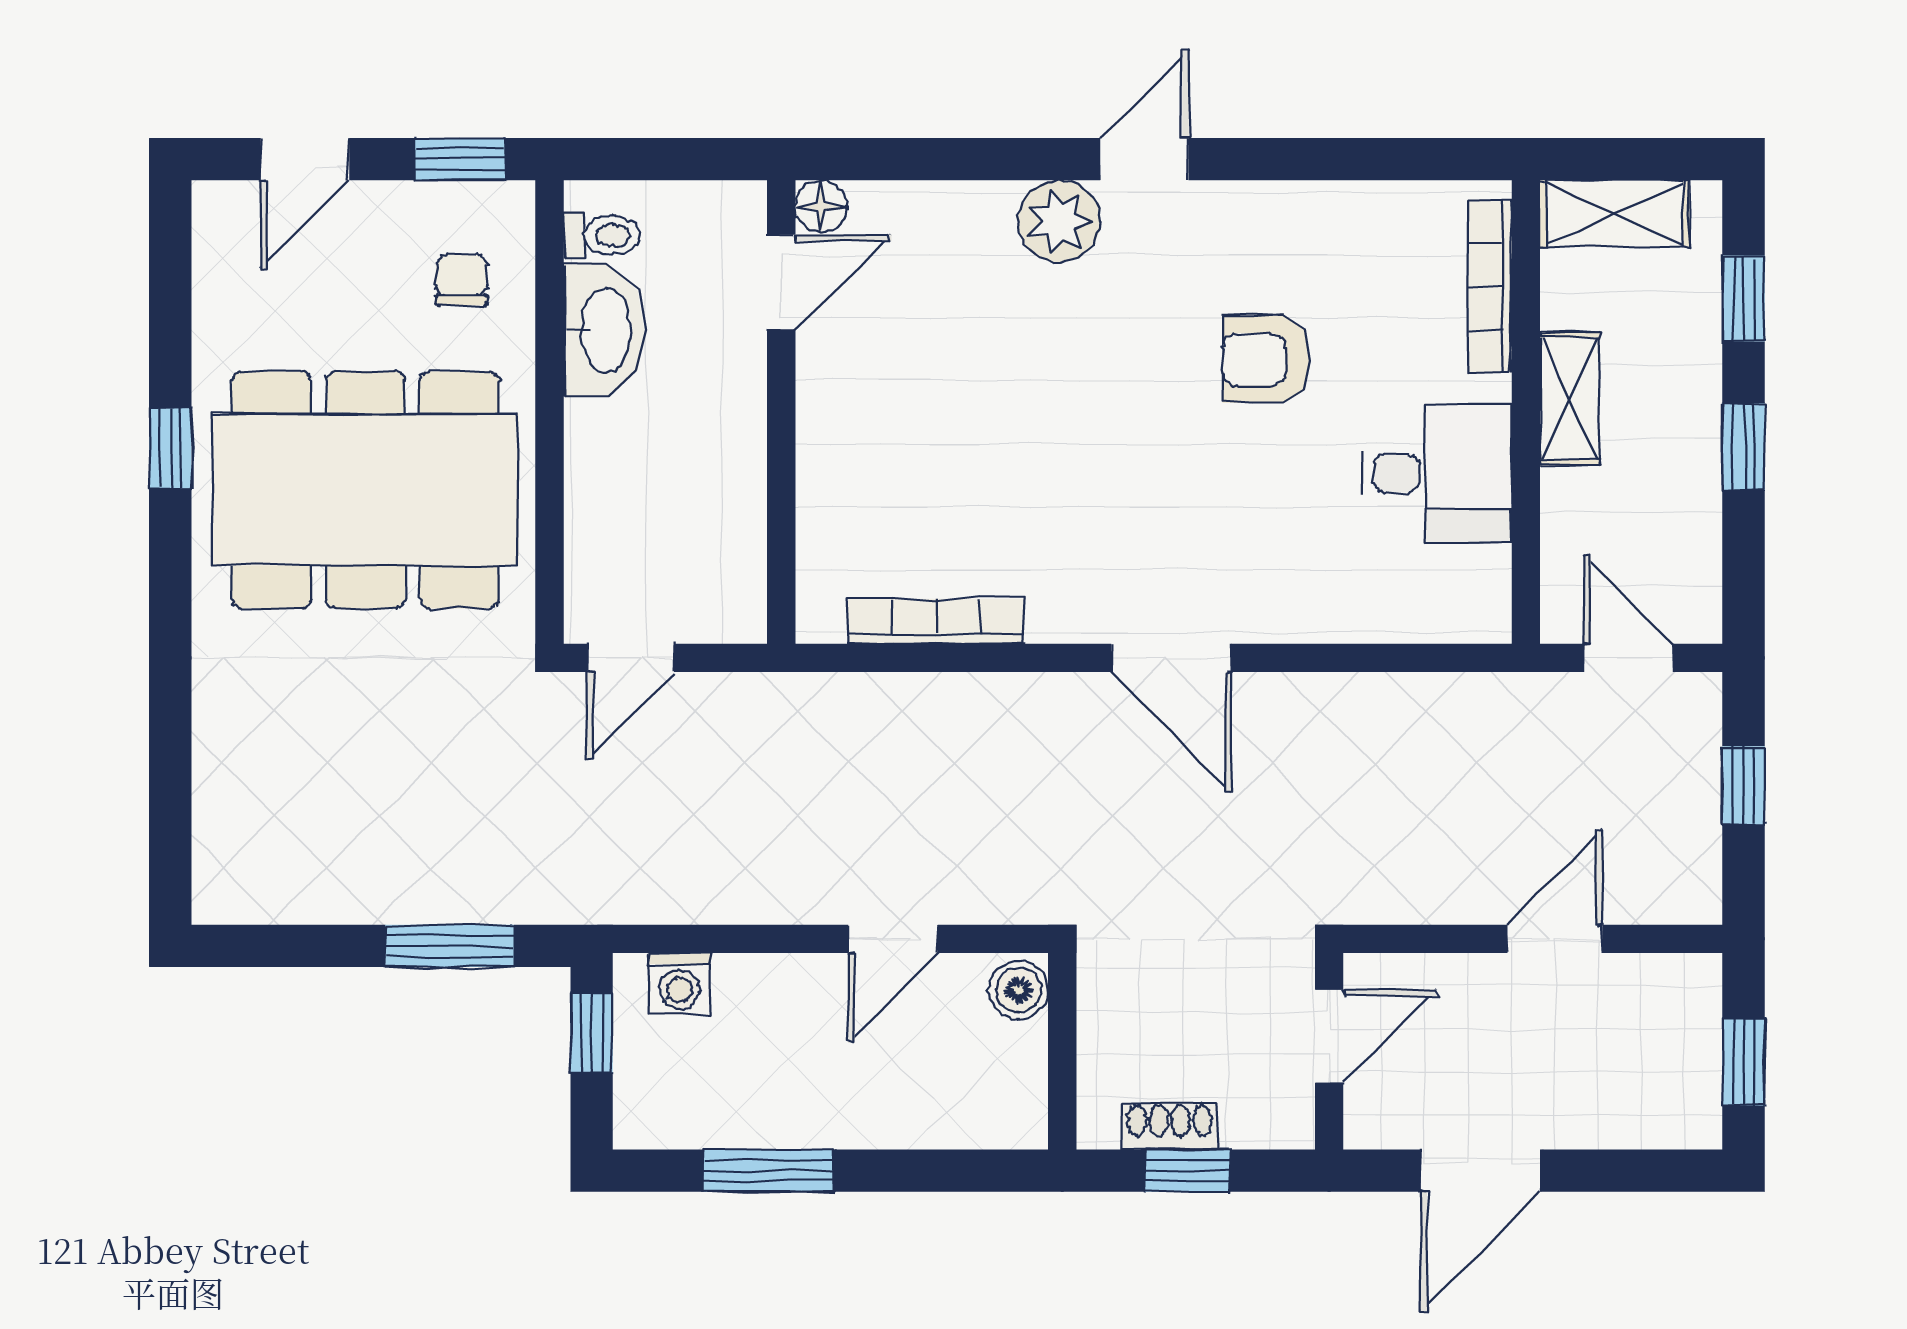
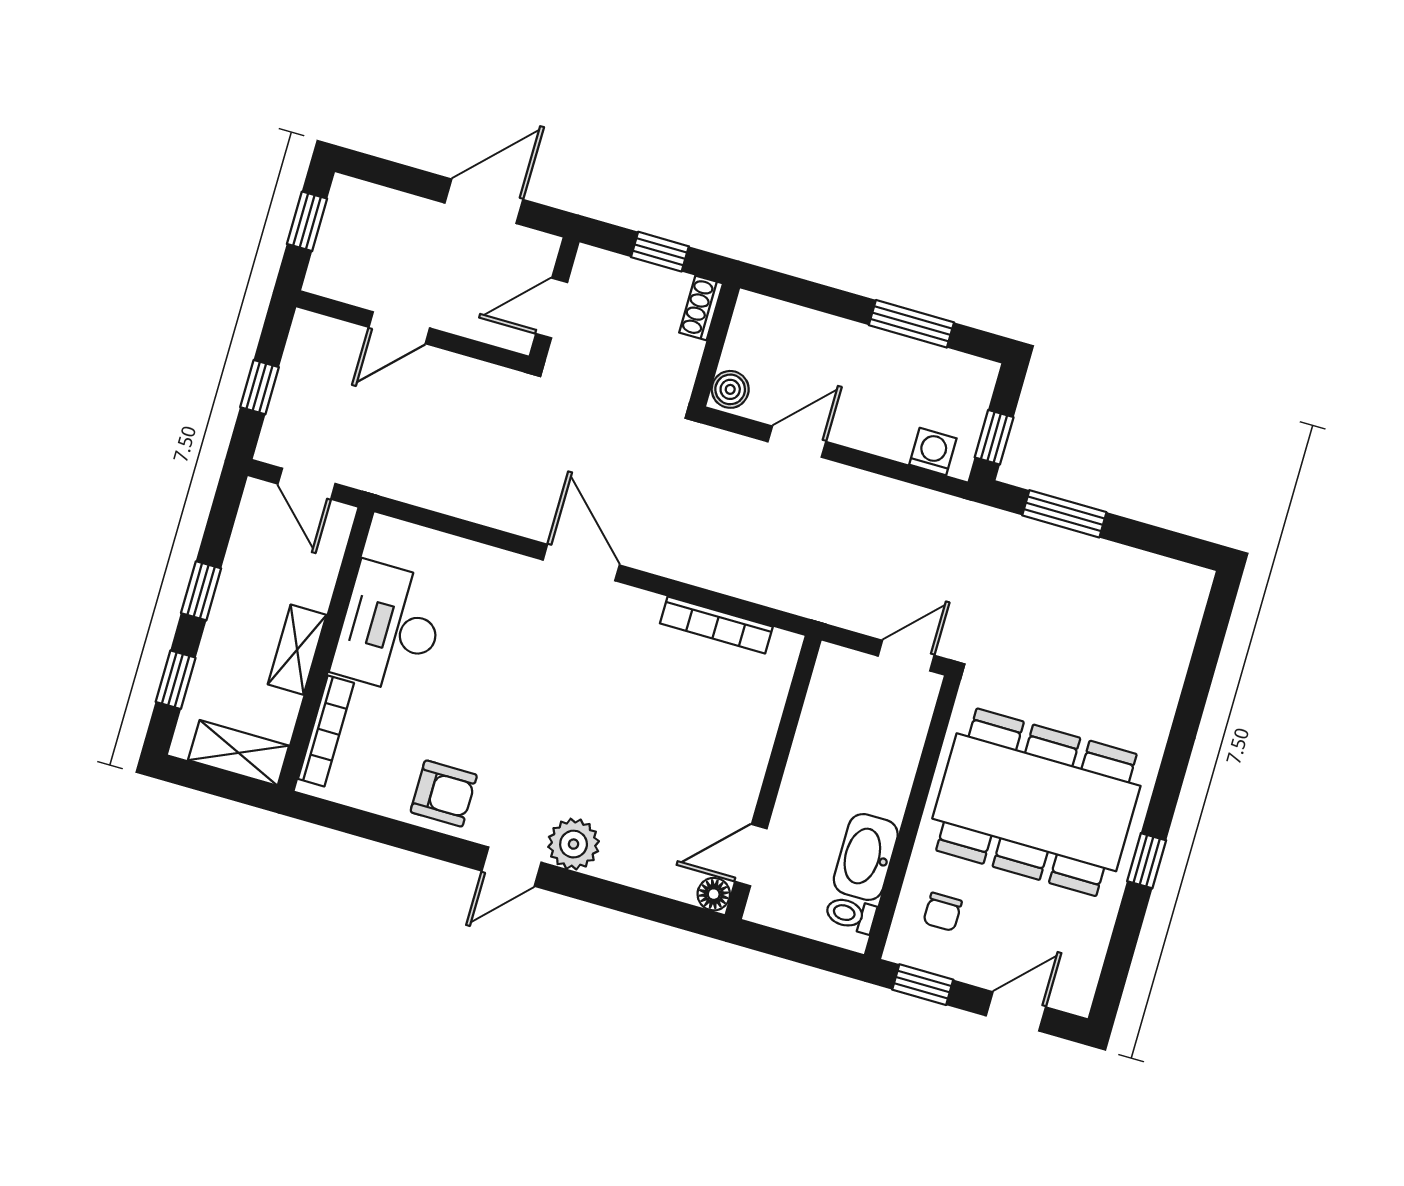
armchair: (1266, 359) -> (444, 793), moved
desk: (1437, 473) -> (390, 628), width x1.37
shoe rack: (1170, 1126) -> (701, 308), moved, turned 90

